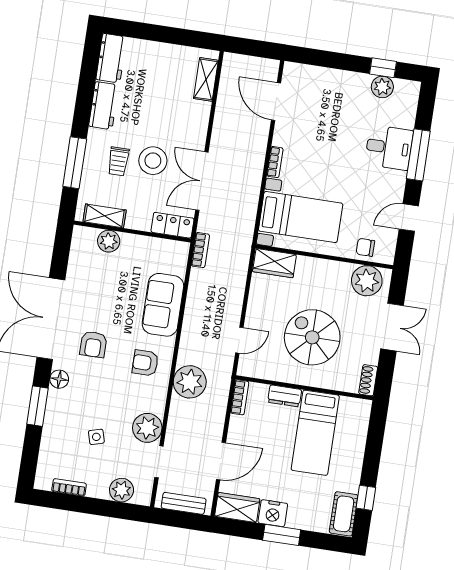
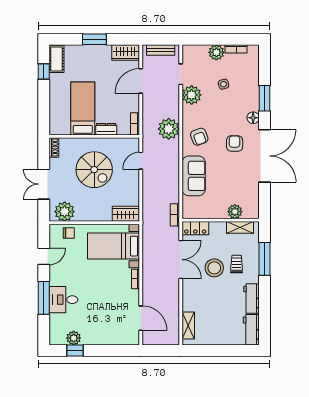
armchair: (145, 363) -> (199, 137), turned 70
plant: (122, 490) -> (216, 52), moved
nightstand: (273, 513) -> (102, 52), removed

